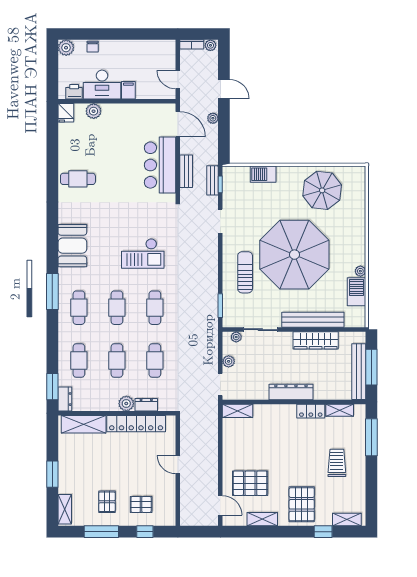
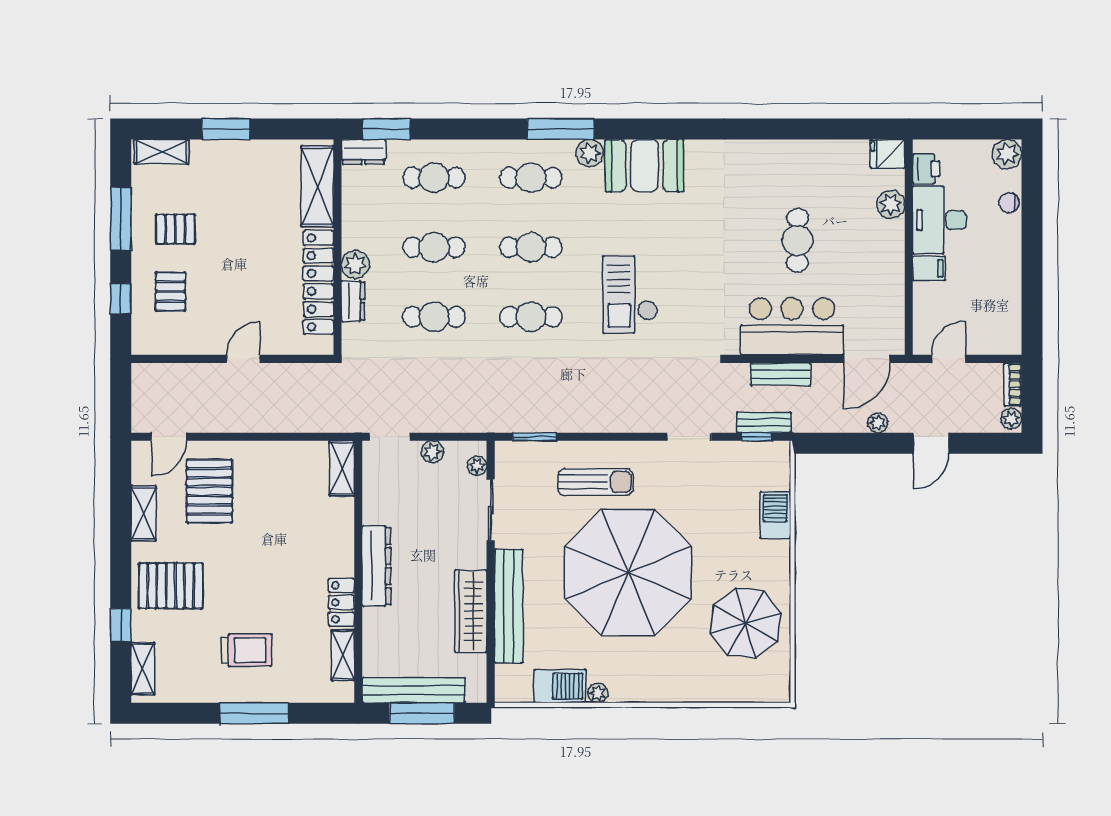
cafe table: (78, 179) -> (797, 240), moved
plant: (65, 275) -> (590, 153), added
window: (371, 437) -> (254, 713), moved

